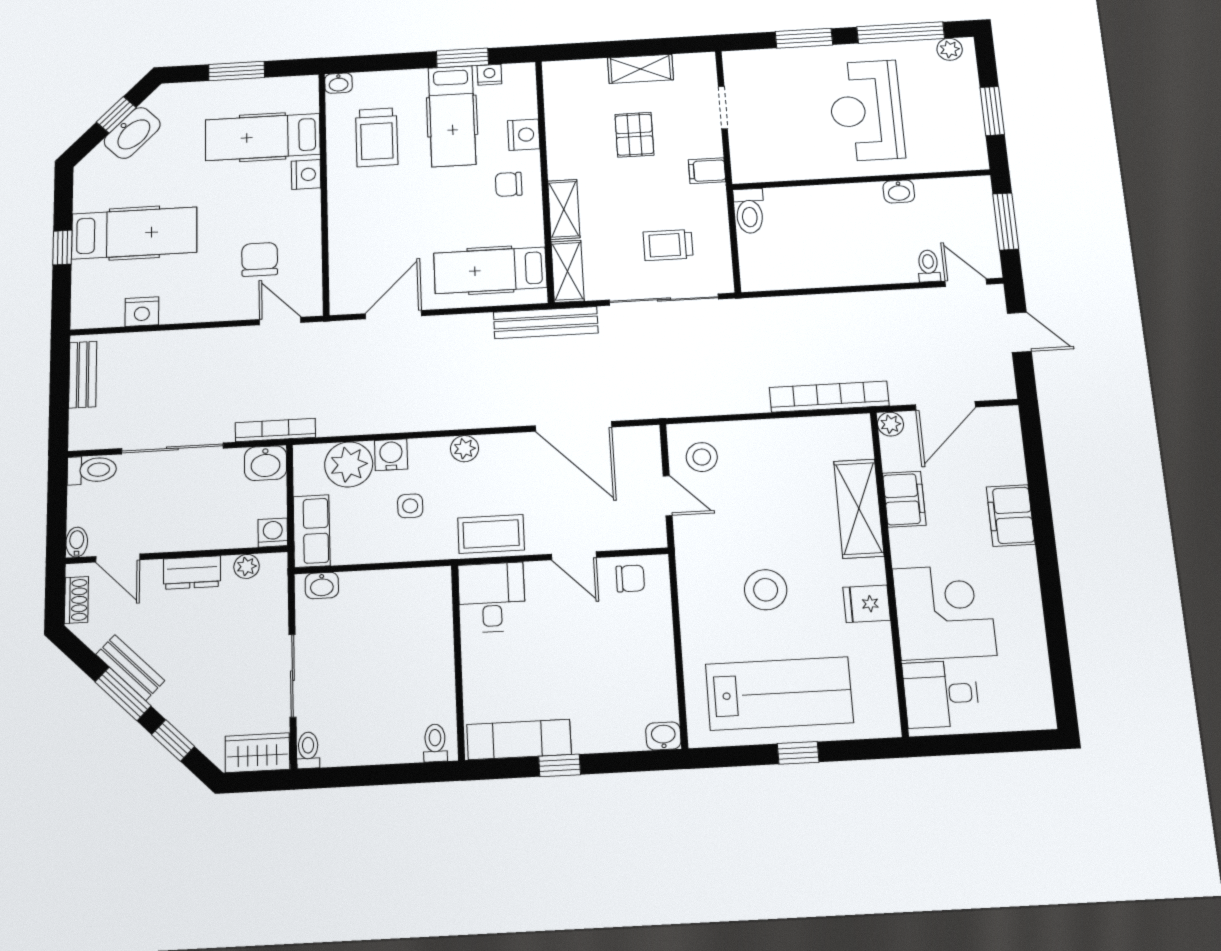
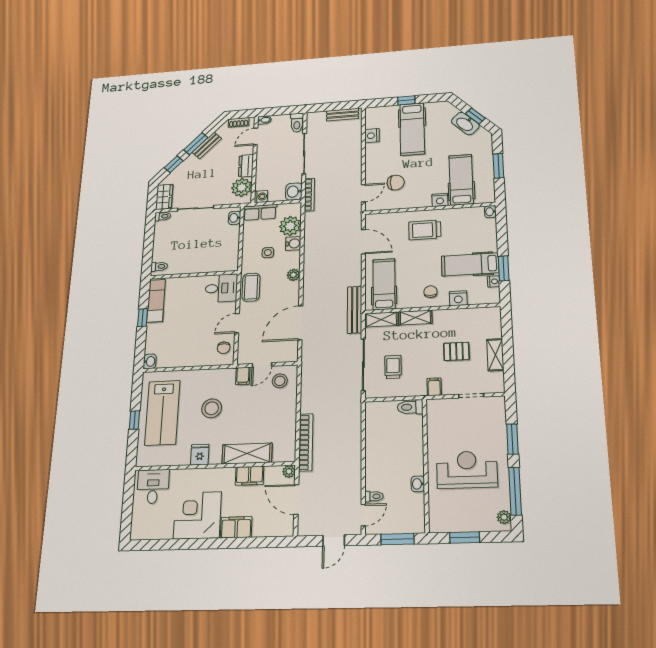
trolley: (377, 137) -> (425, 230), moved
filing cabinet: (693, 532) -> (243, 376), added
plant: (247, 566) -> (242, 187), width x1.87, depth x1.87
corner desk: (944, 612) -> (197, 515), moved, turned 180

